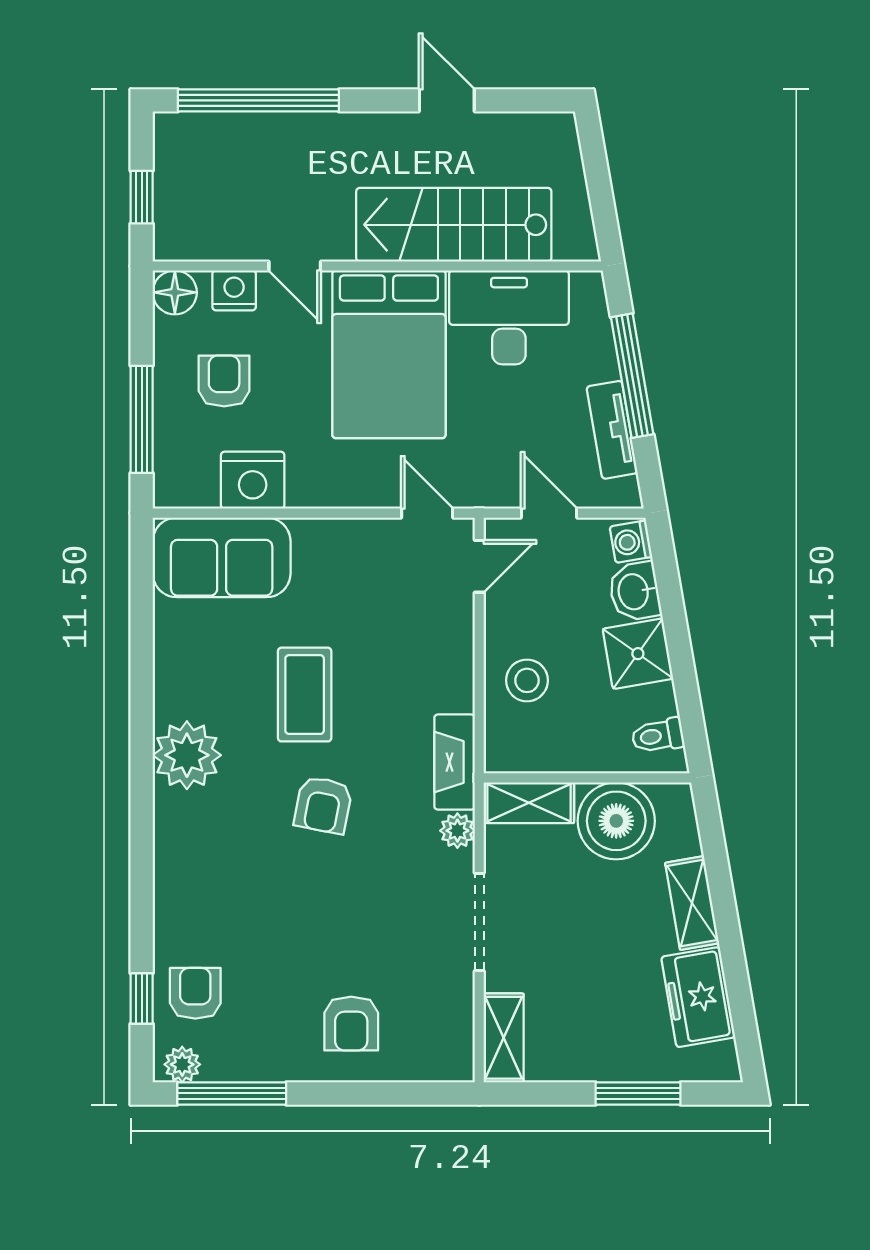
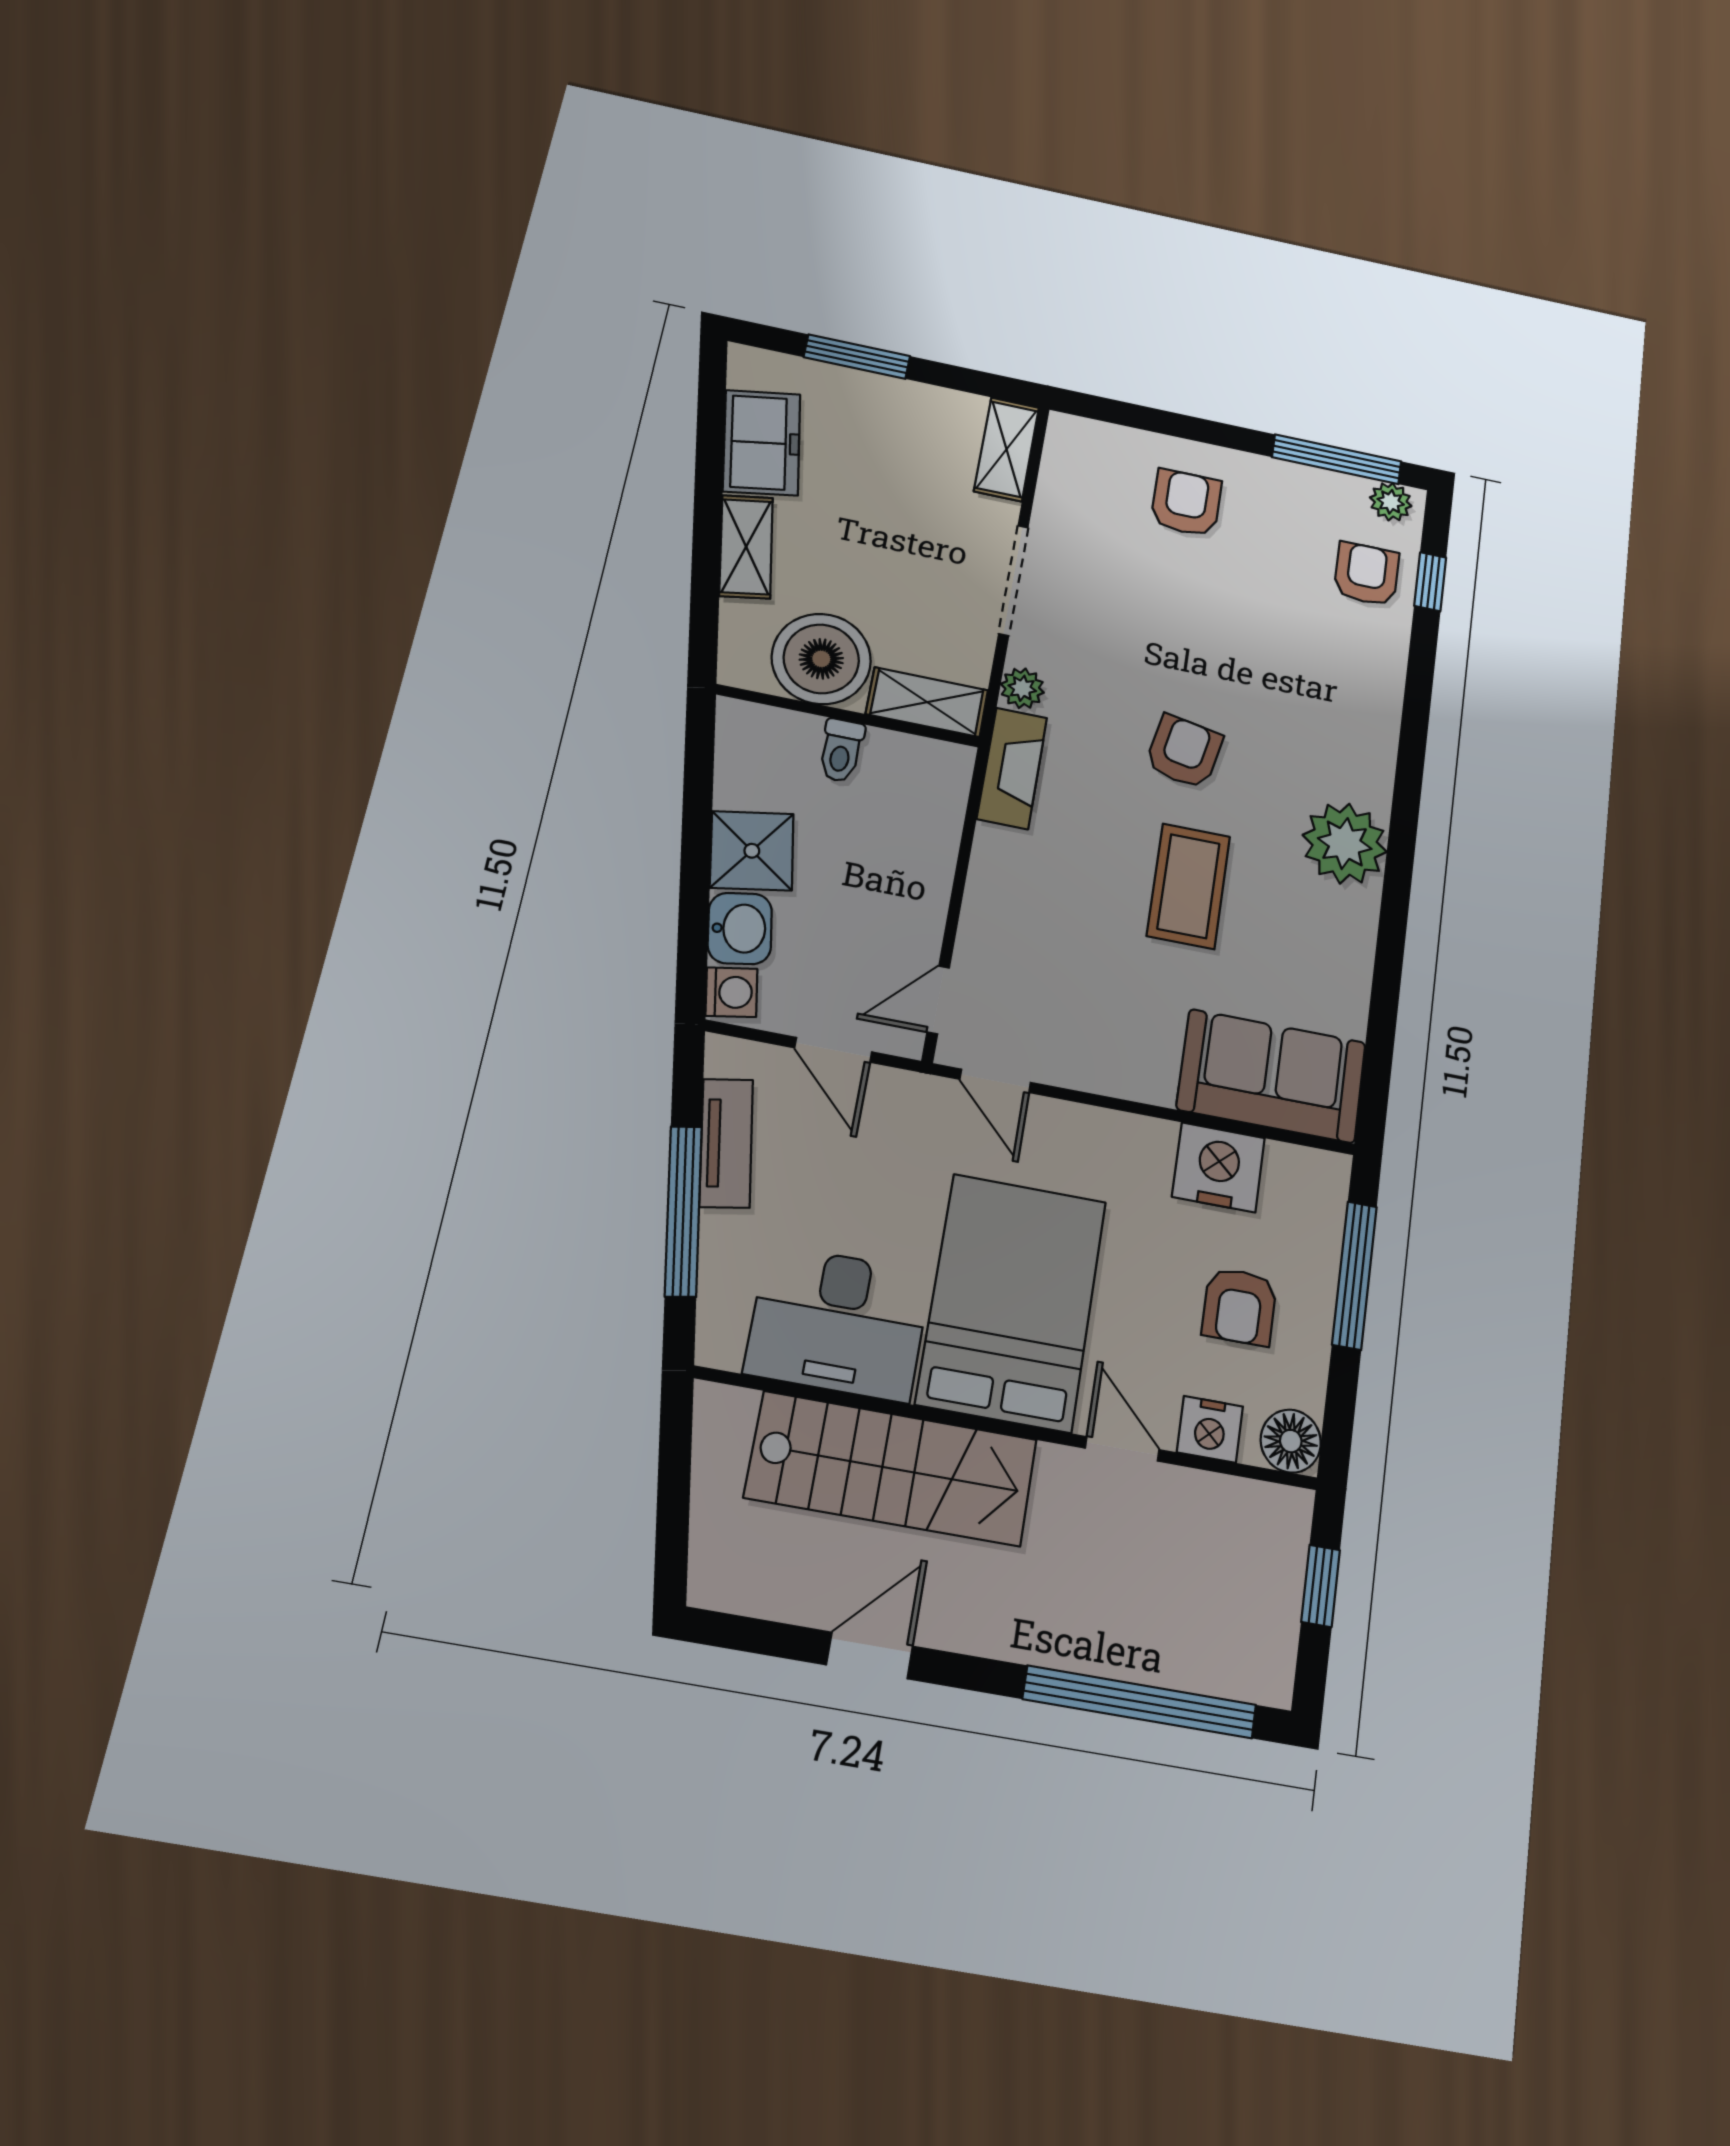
door: (447, 100) -> (870, 1655), swing flipped
stool: (527, 680) -> (902, 847), removed
toilet: (658, 736) -> (841, 750), moved, turned 100
armchair: (195, 993) -> (1366, 574), turned 180

